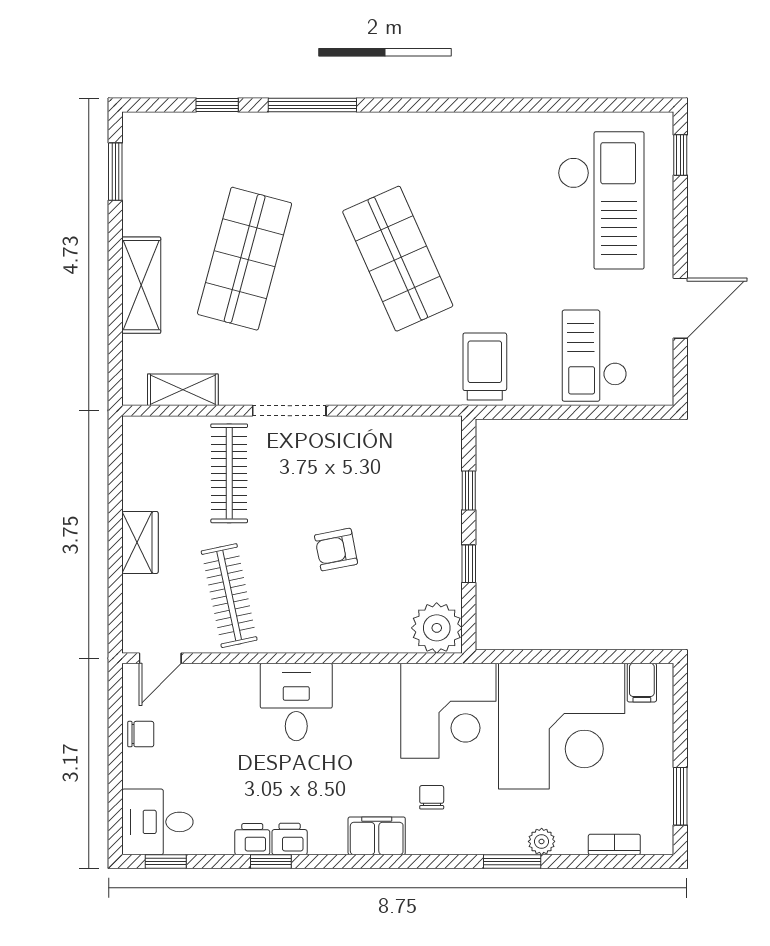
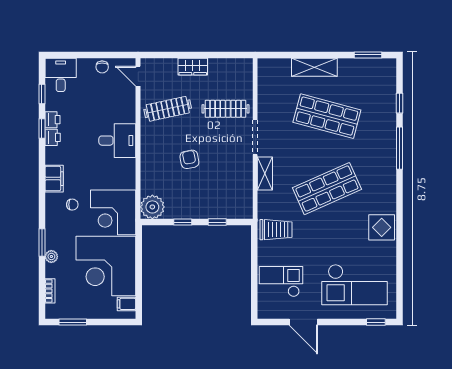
display table: (480, 143) -> (382, 227), added
shelving: (183, 390) -> (265, 173), moved
window: (166, 861) -> (42, 94), moved

